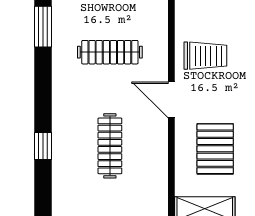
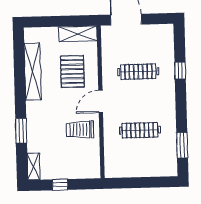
door: (171, 100) -> (101, 101), swing flipped
clothes rail: (110, 146) -> (138, 72), turned 90

